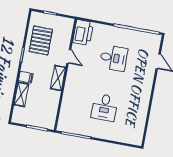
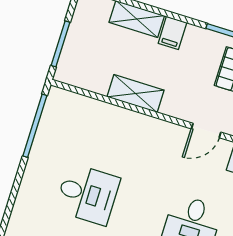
shelving: (58, 78) -> (136, 94), moved
desk: (104, 107) -> (87, 194), turned 180

